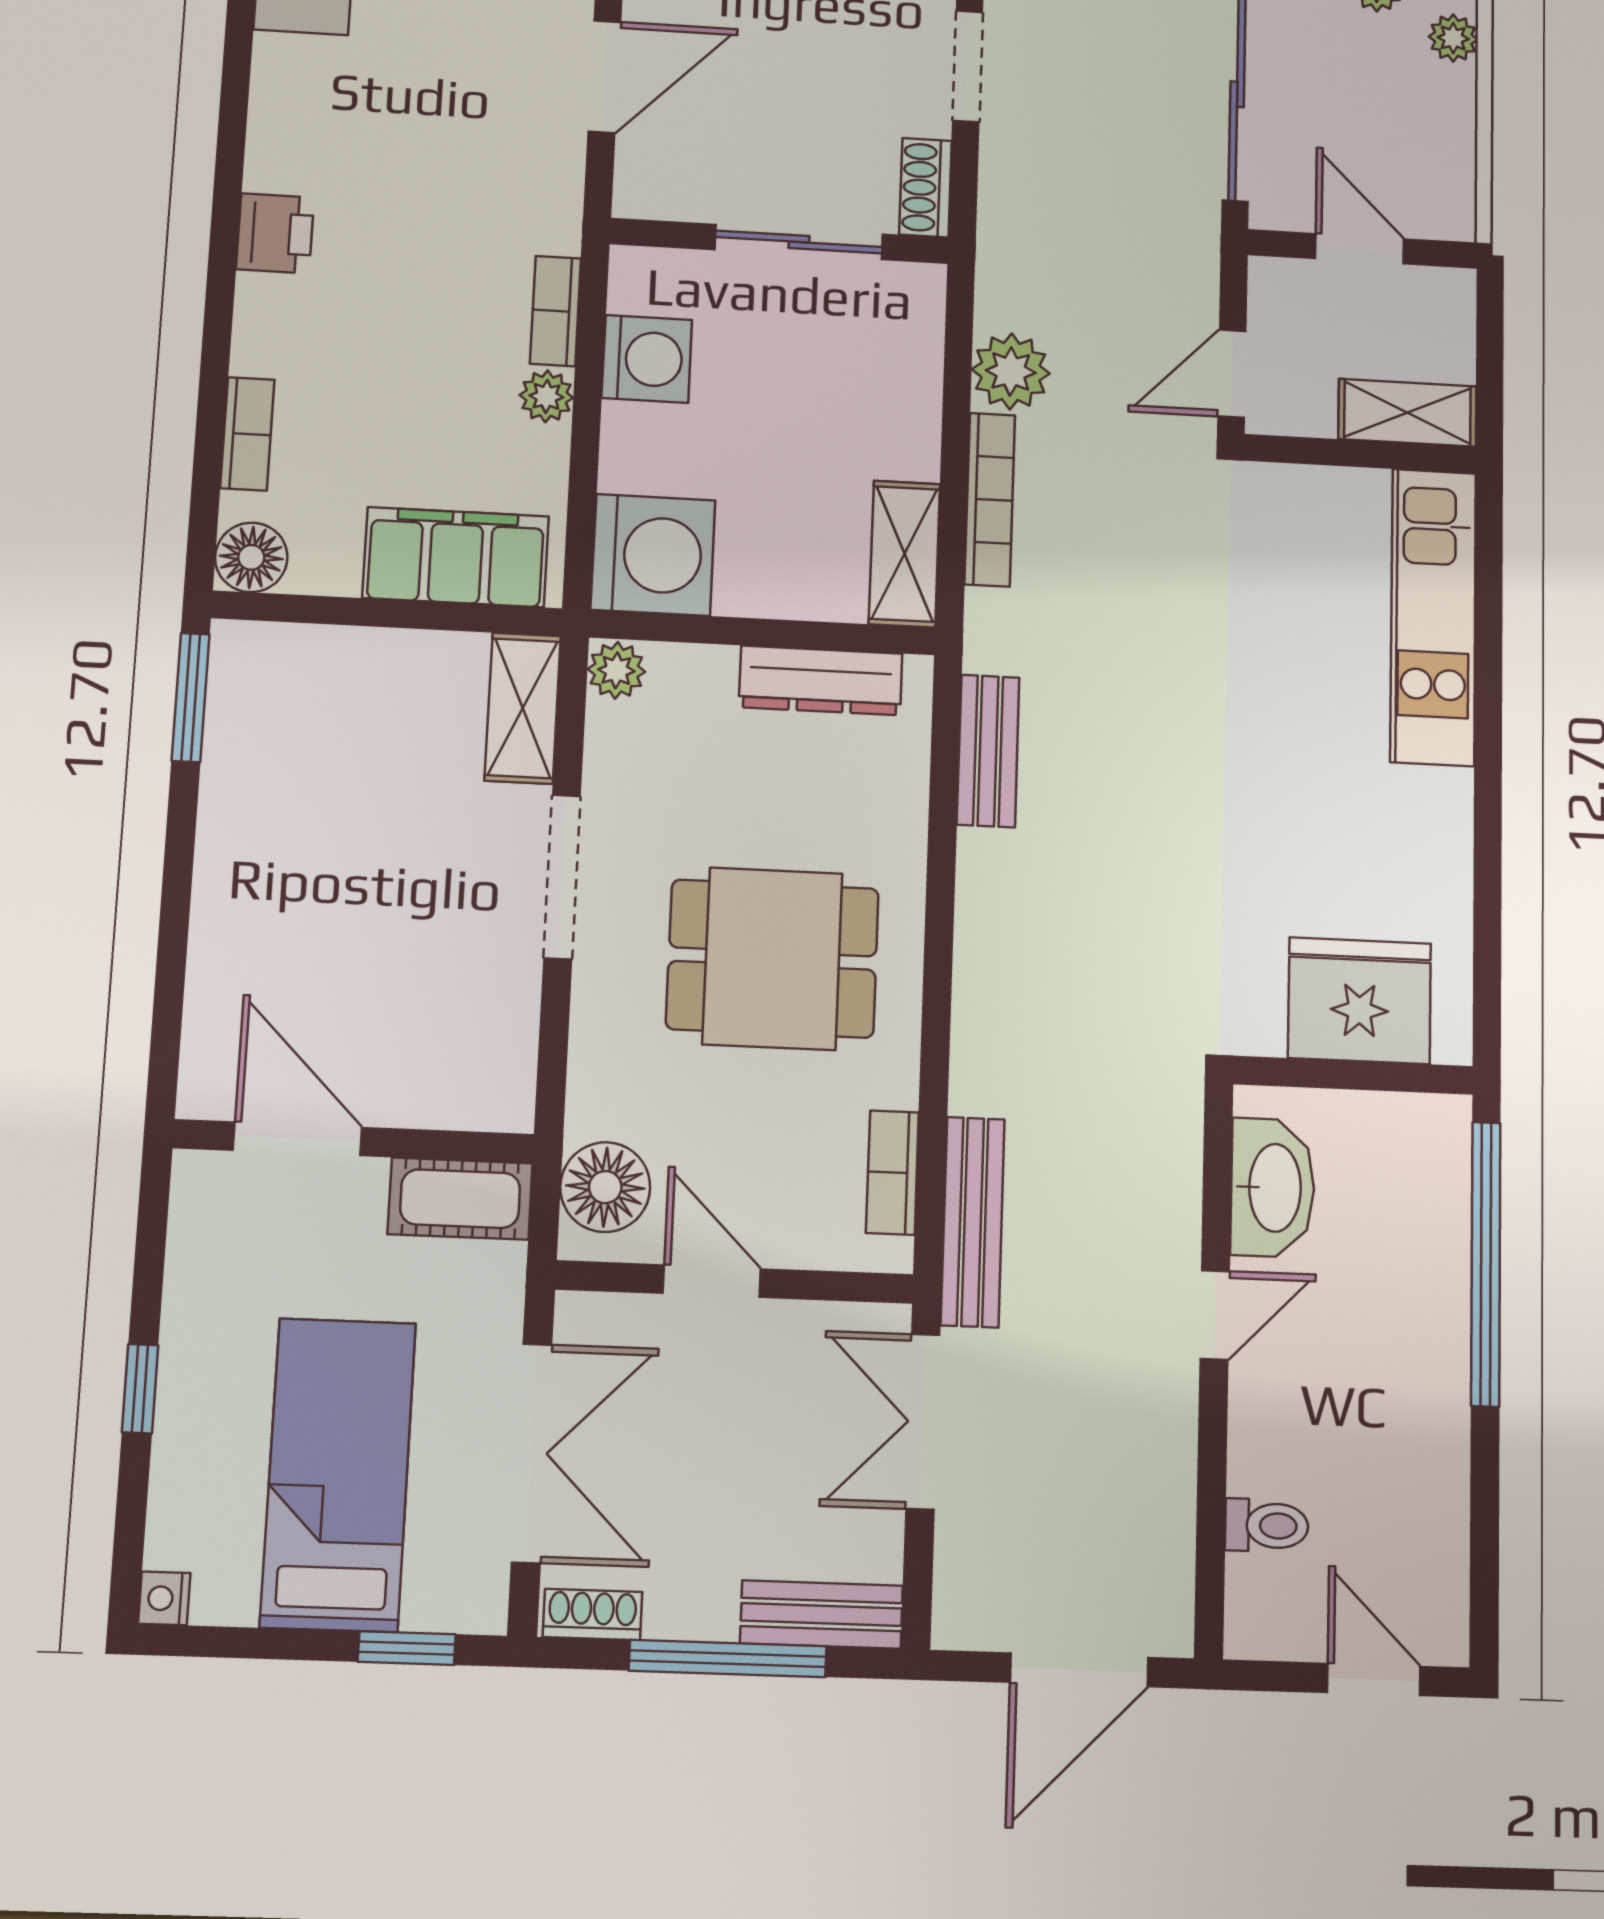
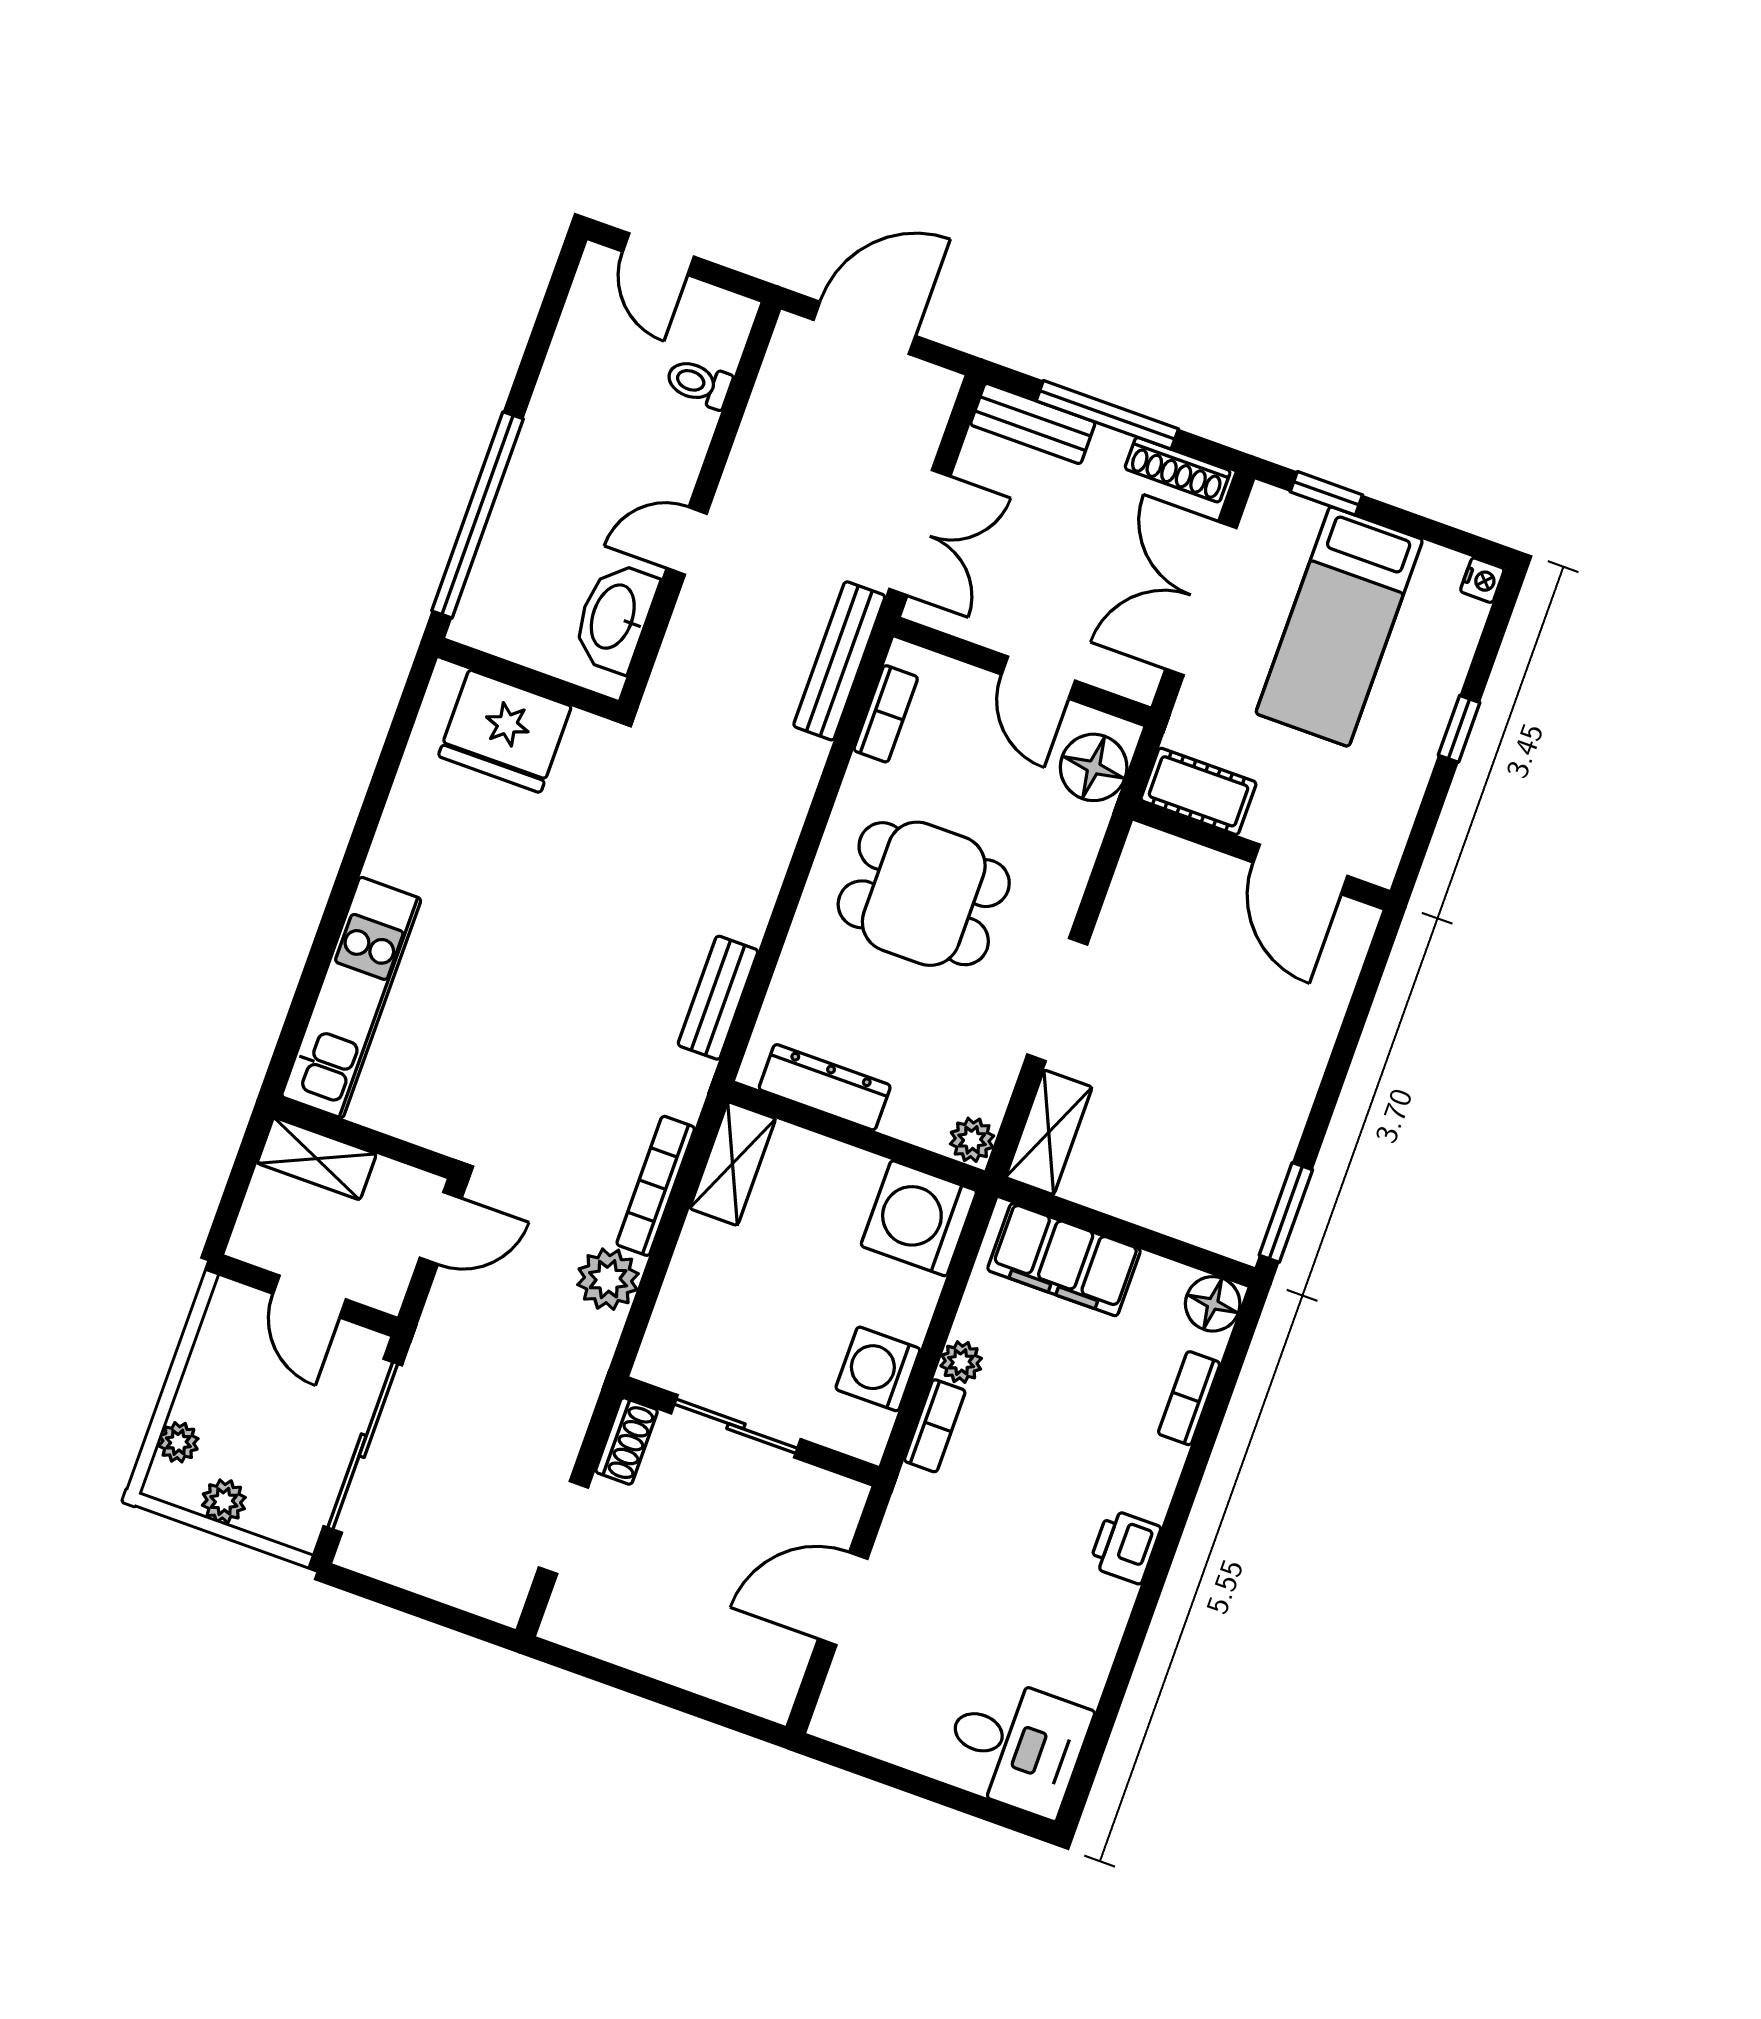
shoe rack: (592, 1614) -> (1178, 470), width x1.43

